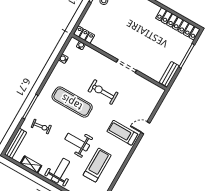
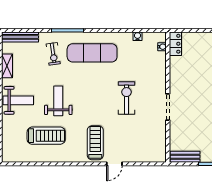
exercise mat: (72, 102) -> (92, 53), moved, turned 90
door: (145, 128) -> (114, 164), swing flipped

